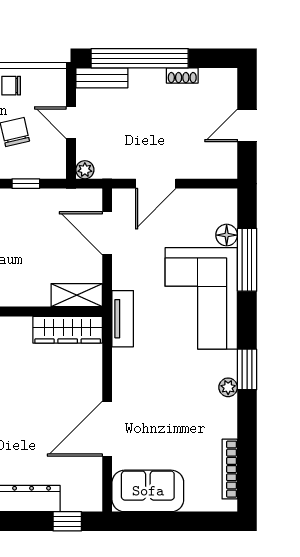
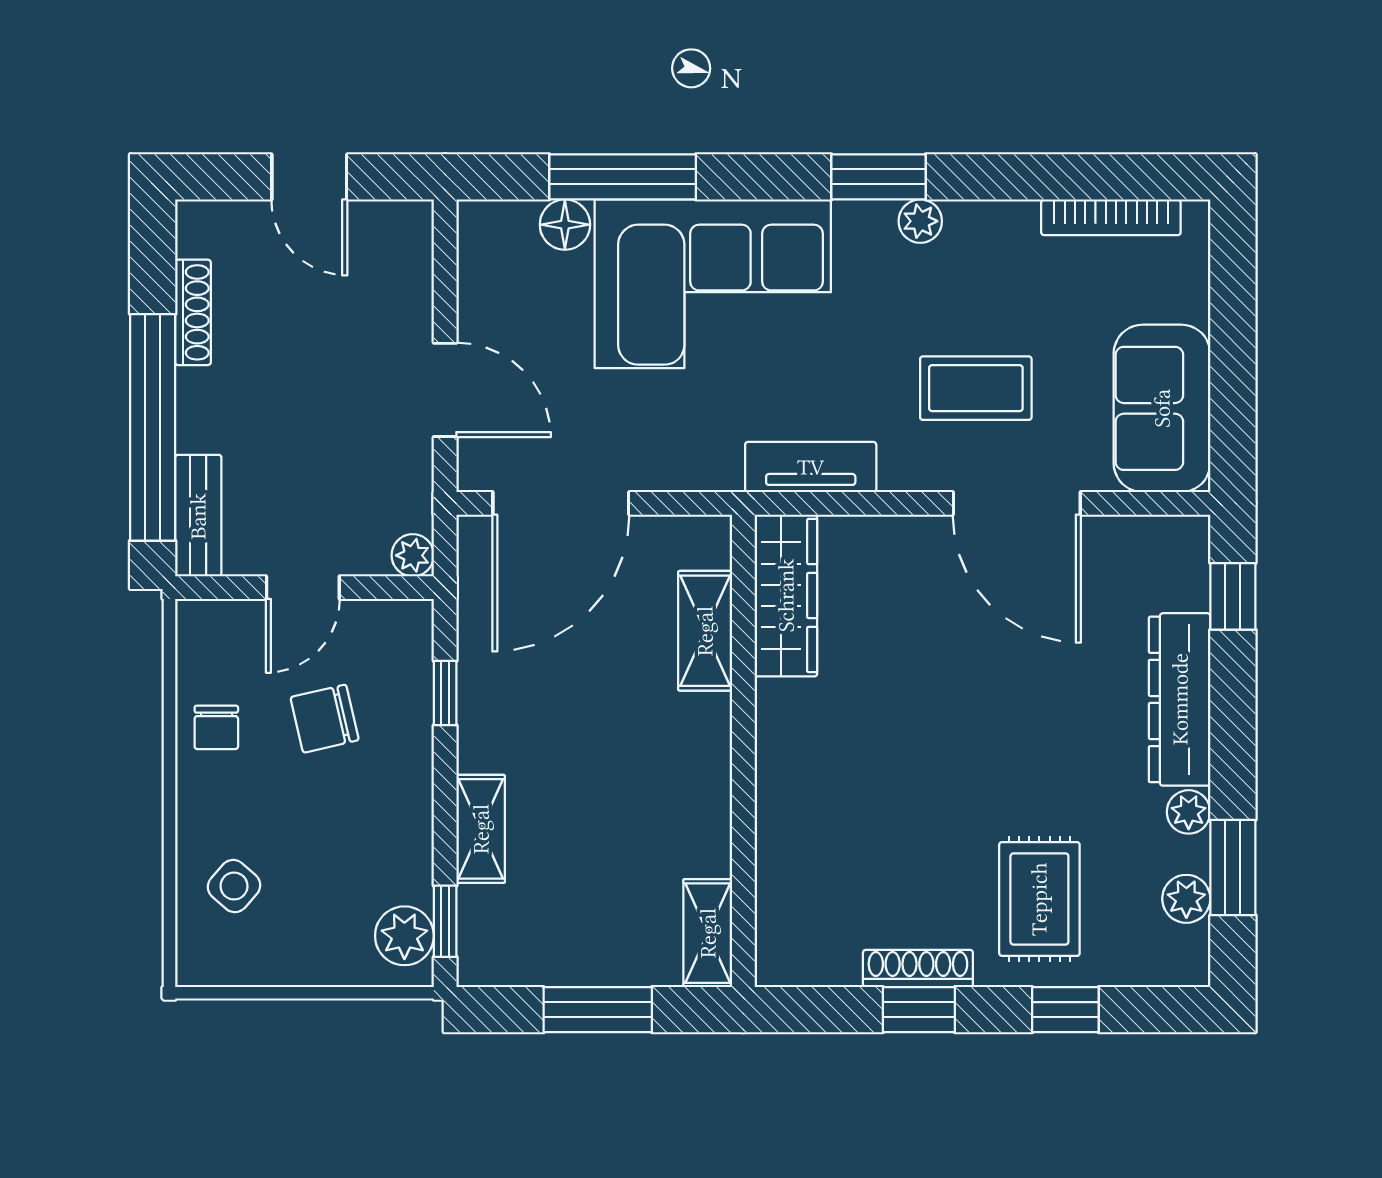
shoe rack: (182, 76) -> (193, 312), width x1.43
door: (107, 233) -> (561, 503), width x1.36
shelving: (77, 295) -> (705, 631), moved
tv unit: (123, 319) -> (811, 467), moved
coffee table: (157, 411) -> (976, 388), added

